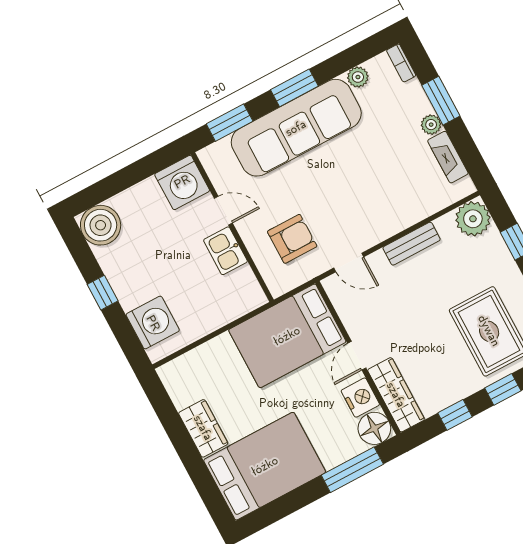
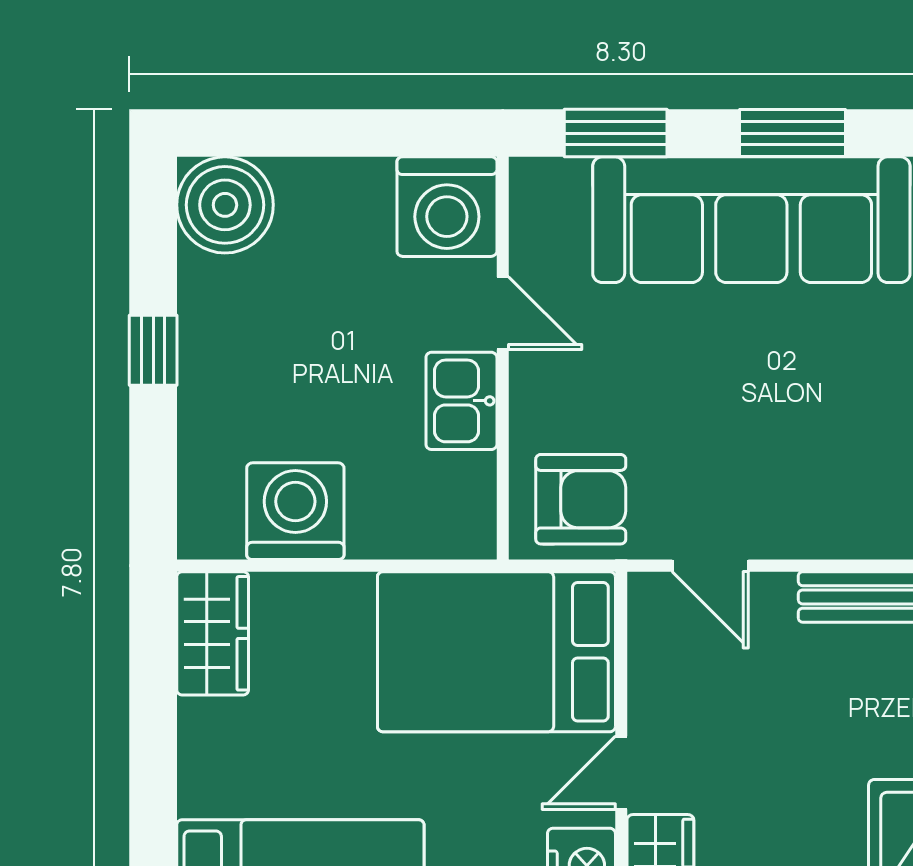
armchair: (292, 239) -> (581, 499), moved
washing machine: (153, 323) -> (295, 511), moved, turned -90
wardrobe: (203, 428) -> (213, 633), moved

